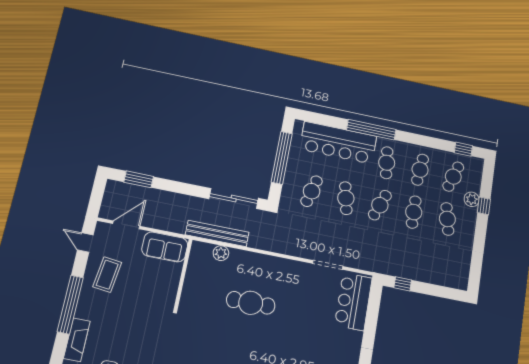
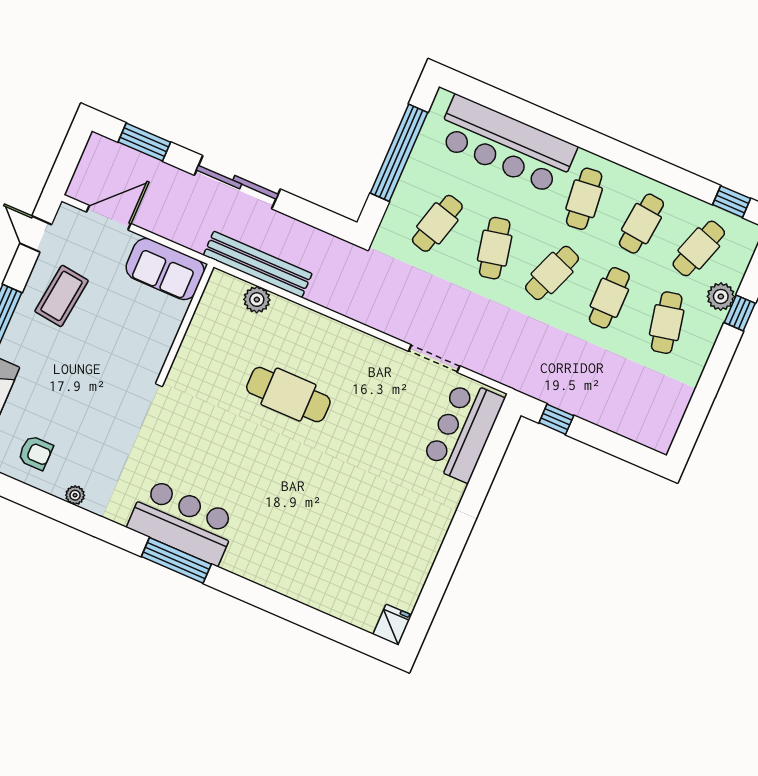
window: (371, 130) -> (572, 132), removed
sliding door: (234, 199) -> (237, 182), moved

